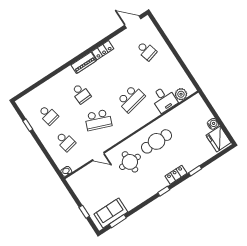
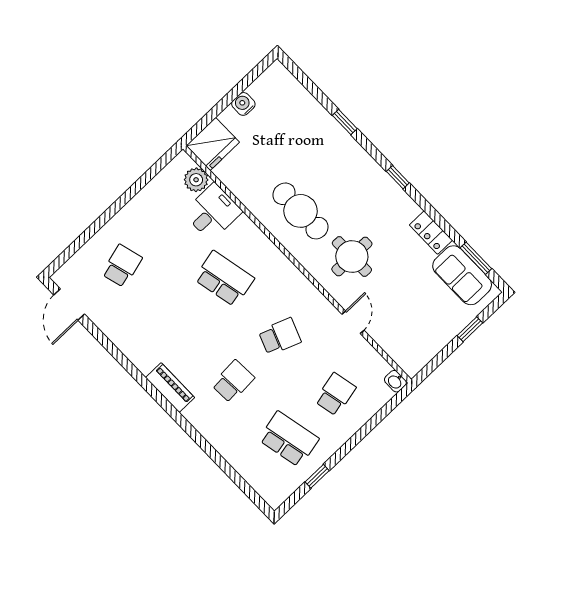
locker: (103, 50) -> (137, 354), removed
school desk: (48, 115) -> (289, 439), width x1.85
school desk: (98, 120) -> (280, 337), width x0.54
fridge: (218, 139) -> (213, 144), moved
locker: (176, 175) -> (431, 233), moved

